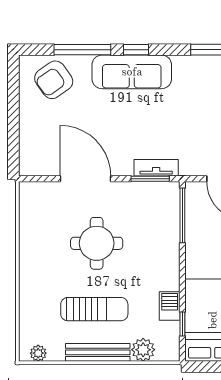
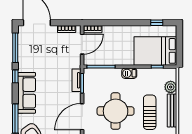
window: (136, 50) -> (15, 76), moved
round table: (97, 243) -> (116, 111), width x1.36, depth x1.36
barbecue: (170, 306) -> (129, 73), moved

